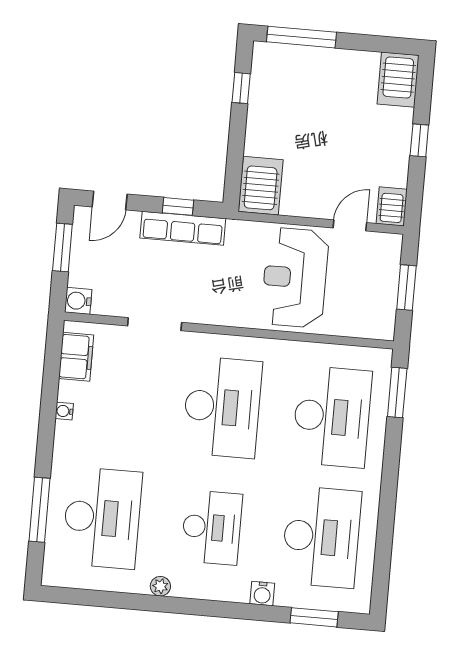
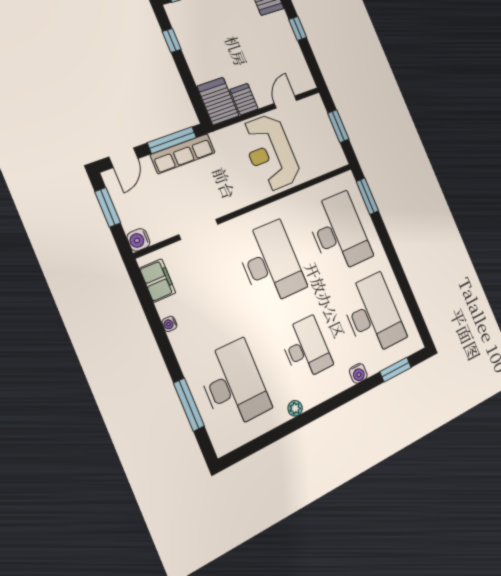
window: (178, 206) -> (172, 140), width x2.17
server rack: (392, 206) -> (244, 99), moved

